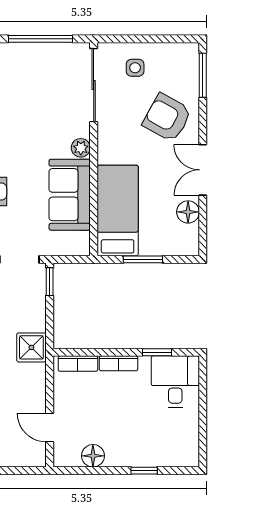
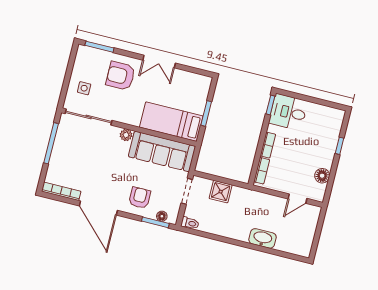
armchair: (167, 118) -> (121, 76), turned 61
sofa: (70, 195) -> (162, 151), width x1.36
floor lamp: (188, 212) -> (183, 77), removed
window: (50, 282) -> (205, 176), removed
shower: (31, 347) -> (221, 192), moved
window: (157, 352) -> (270, 105), moved

